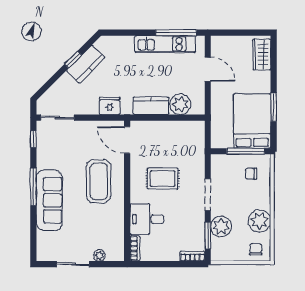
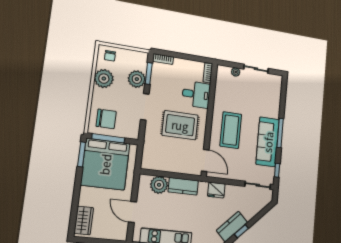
window: (274, 107) -> (82, 154), moved
bed: (252, 121) -> (105, 164), width x1.36
chair: (251, 174) -> (106, 119), width x1.87, depth x1.87
rug: (163, 179) -> (180, 125), width x1.36, depth x1.43
sofa: (49, 200) -> (268, 142), moved

